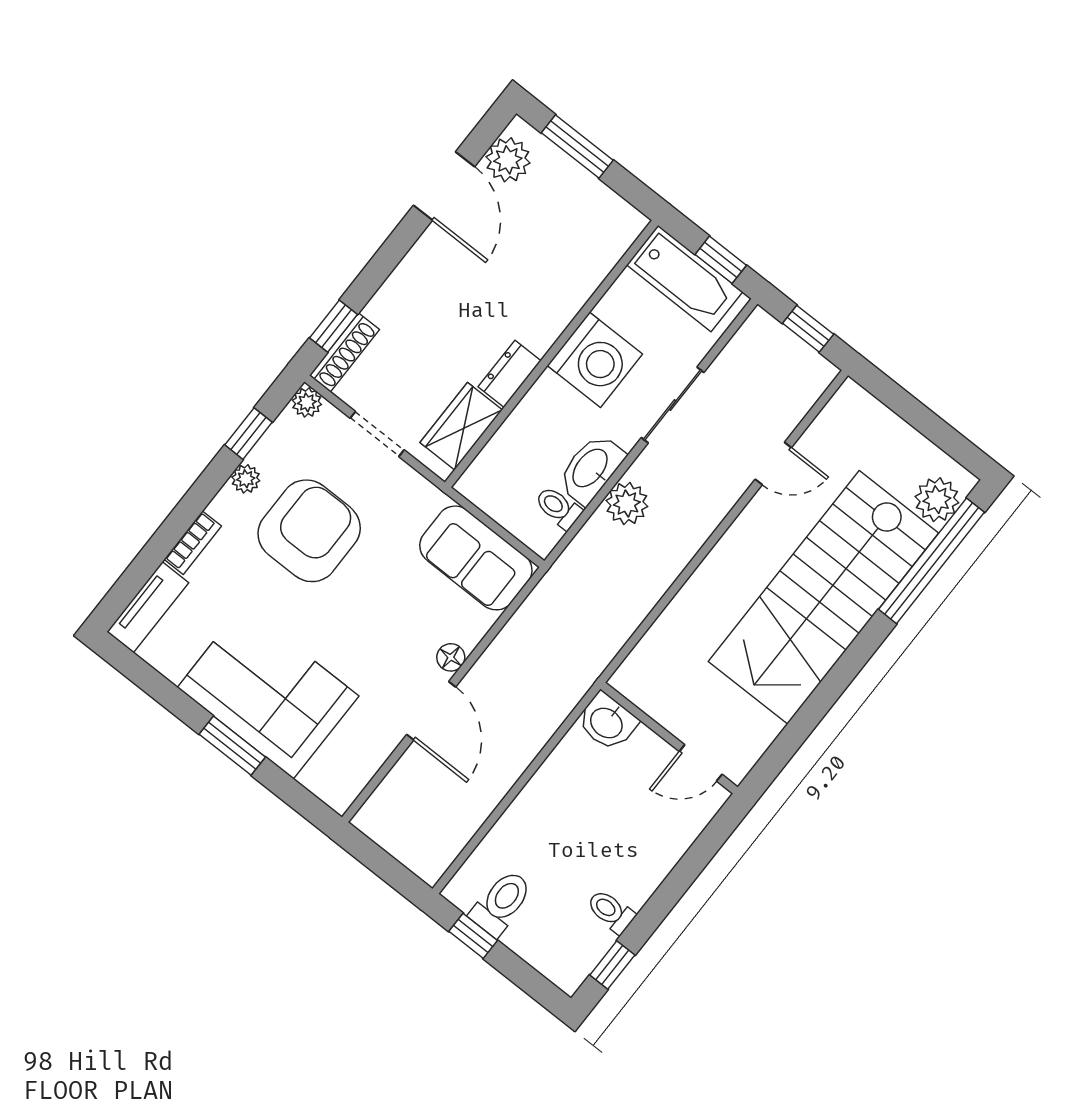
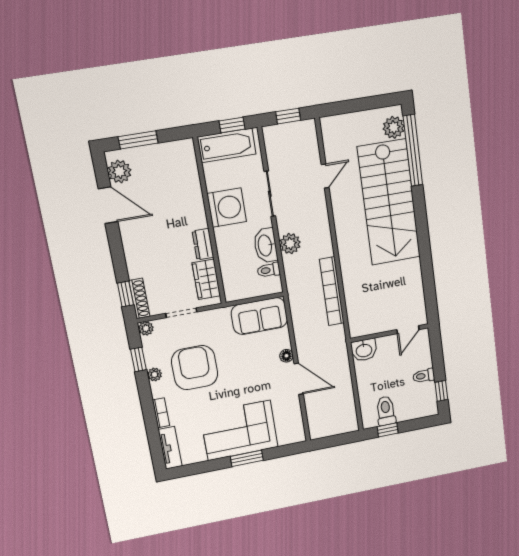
bookcase: (612, 635) -> (332, 291), added
washbasin: (607, 722) -> (364, 350), moved
wall: (669, 738) -> (389, 333), moved
door: (701, 763) -> (408, 330), moved

